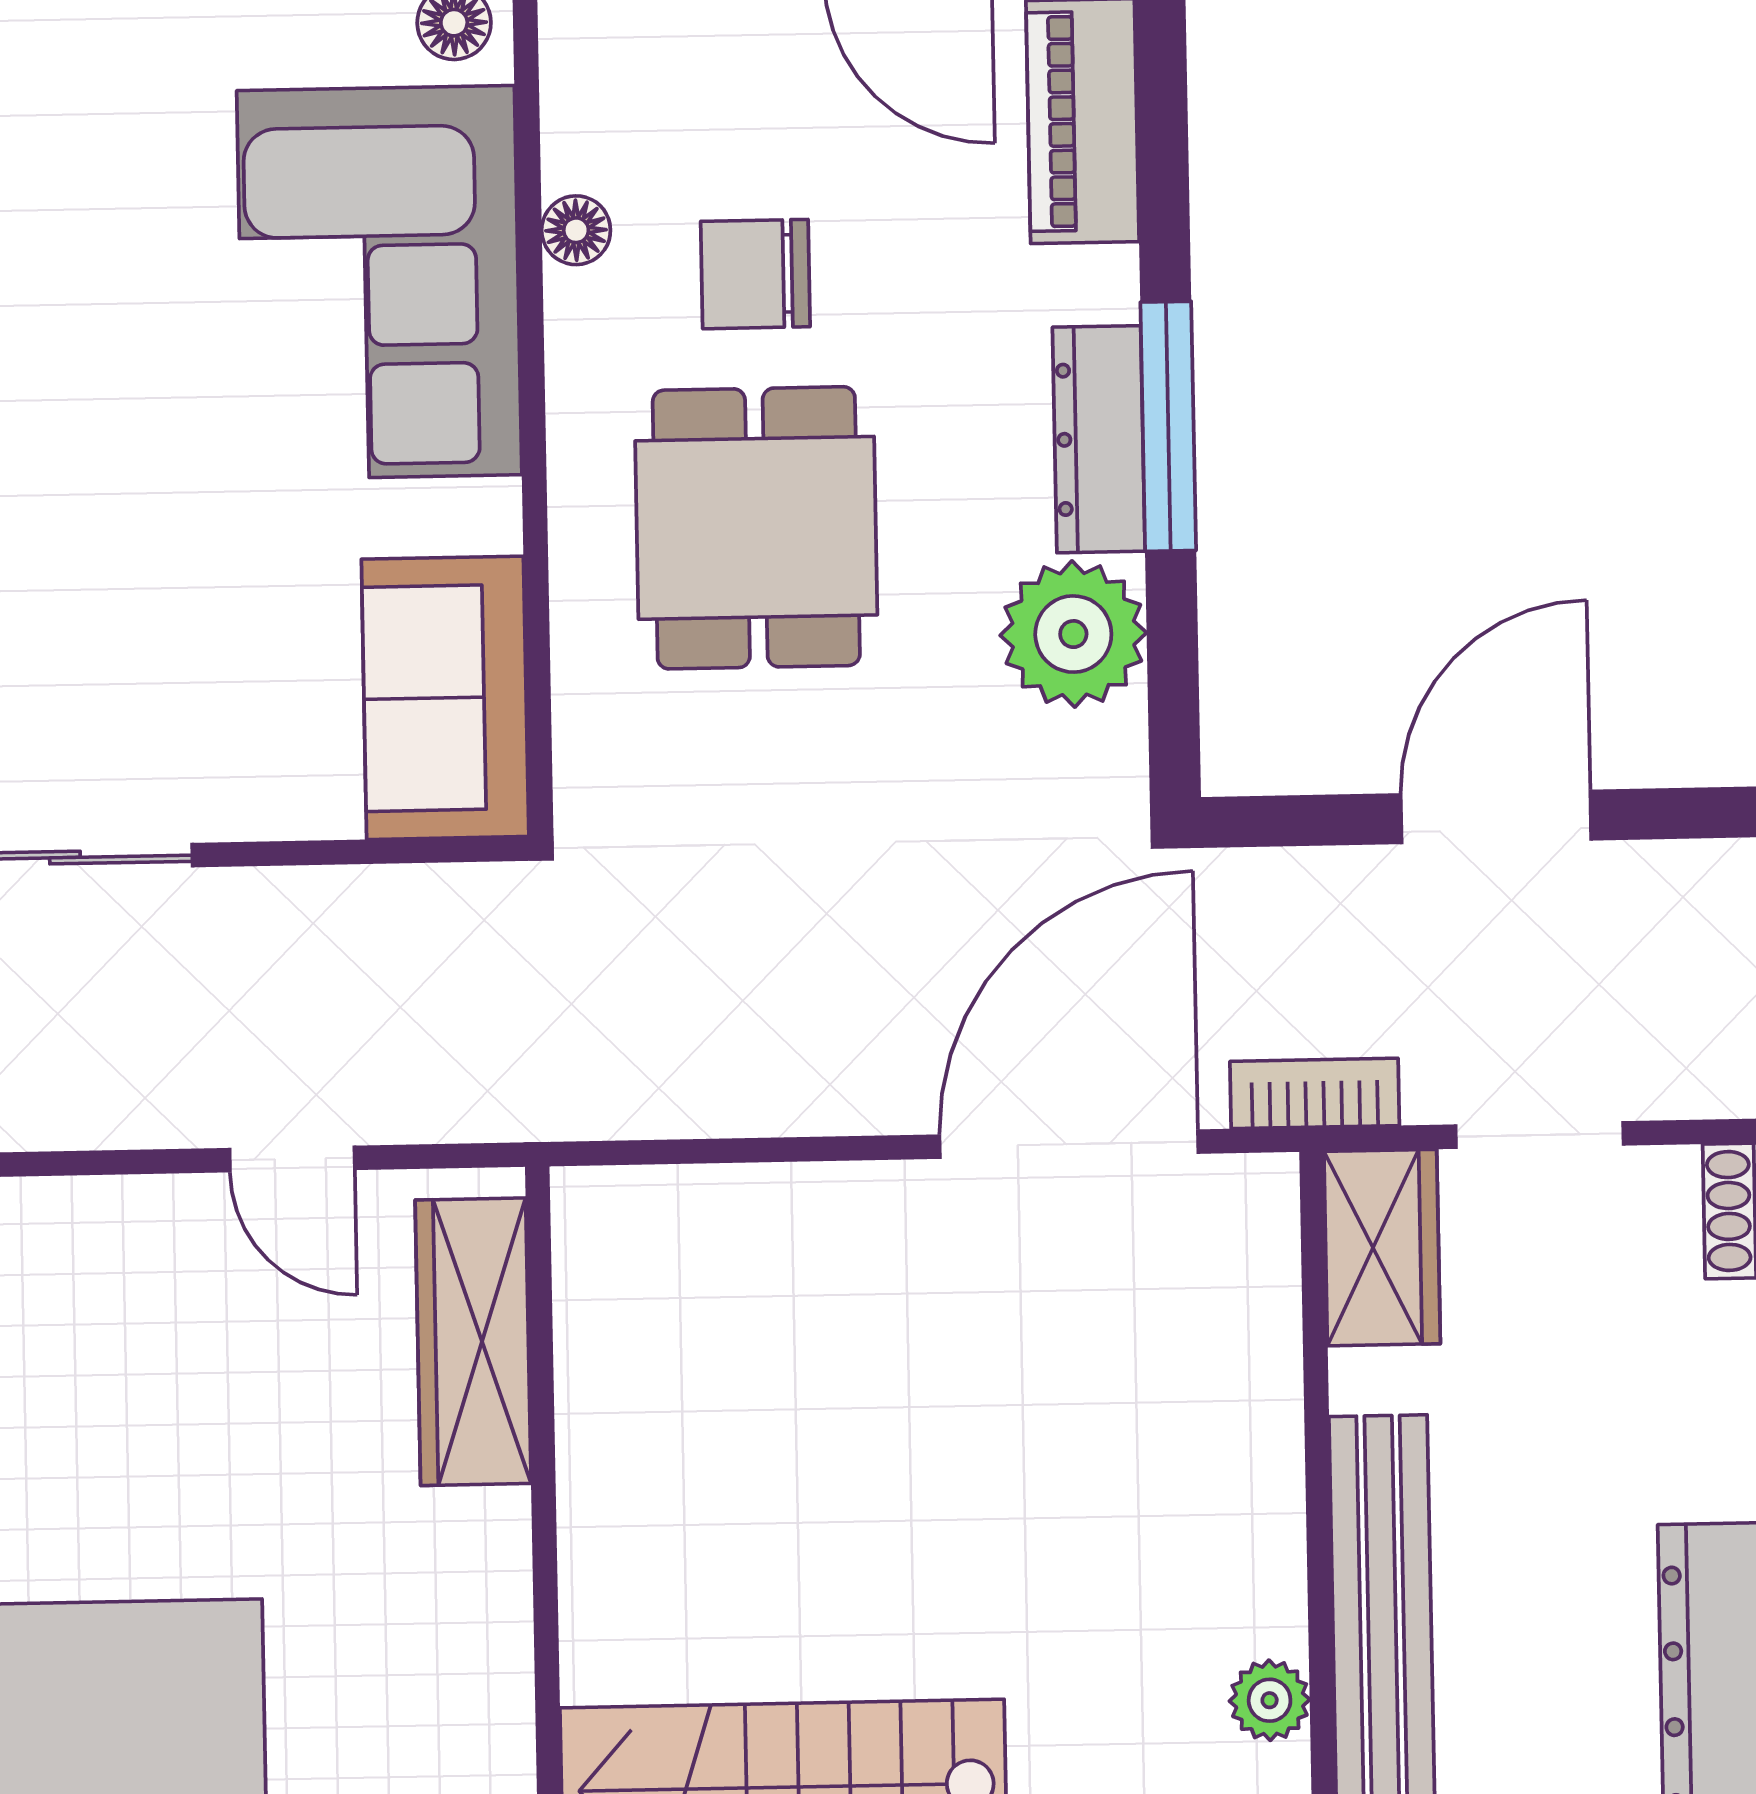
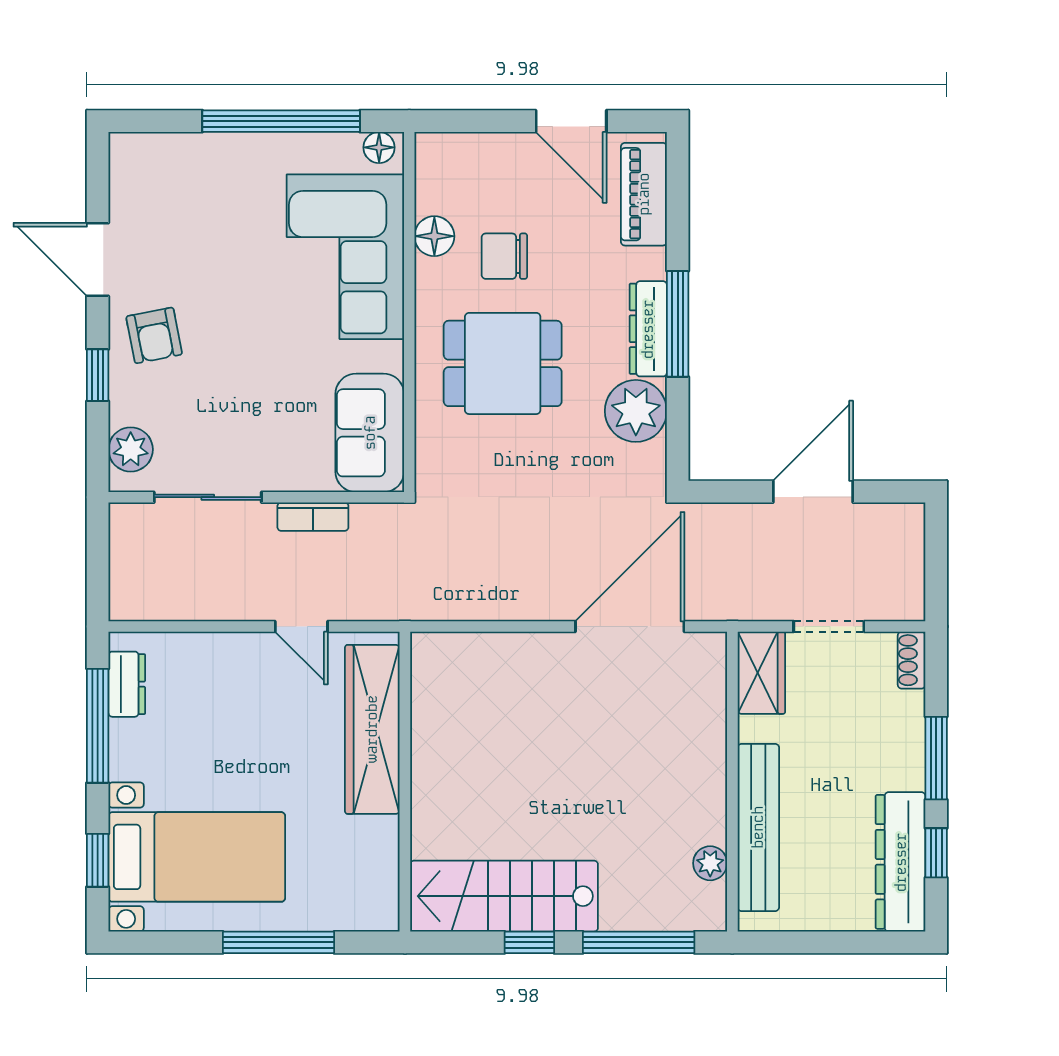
floor lamp: (576, 230) -> (434, 236), width x1.37, depth x1.37
dining table: (756, 528) -> (503, 363), turned 90
bookcase: (1315, 1093) -> (313, 517), moved, turned 180
wardrobe: (473, 1342) -> (372, 729), width x1.40, depth x1.17

